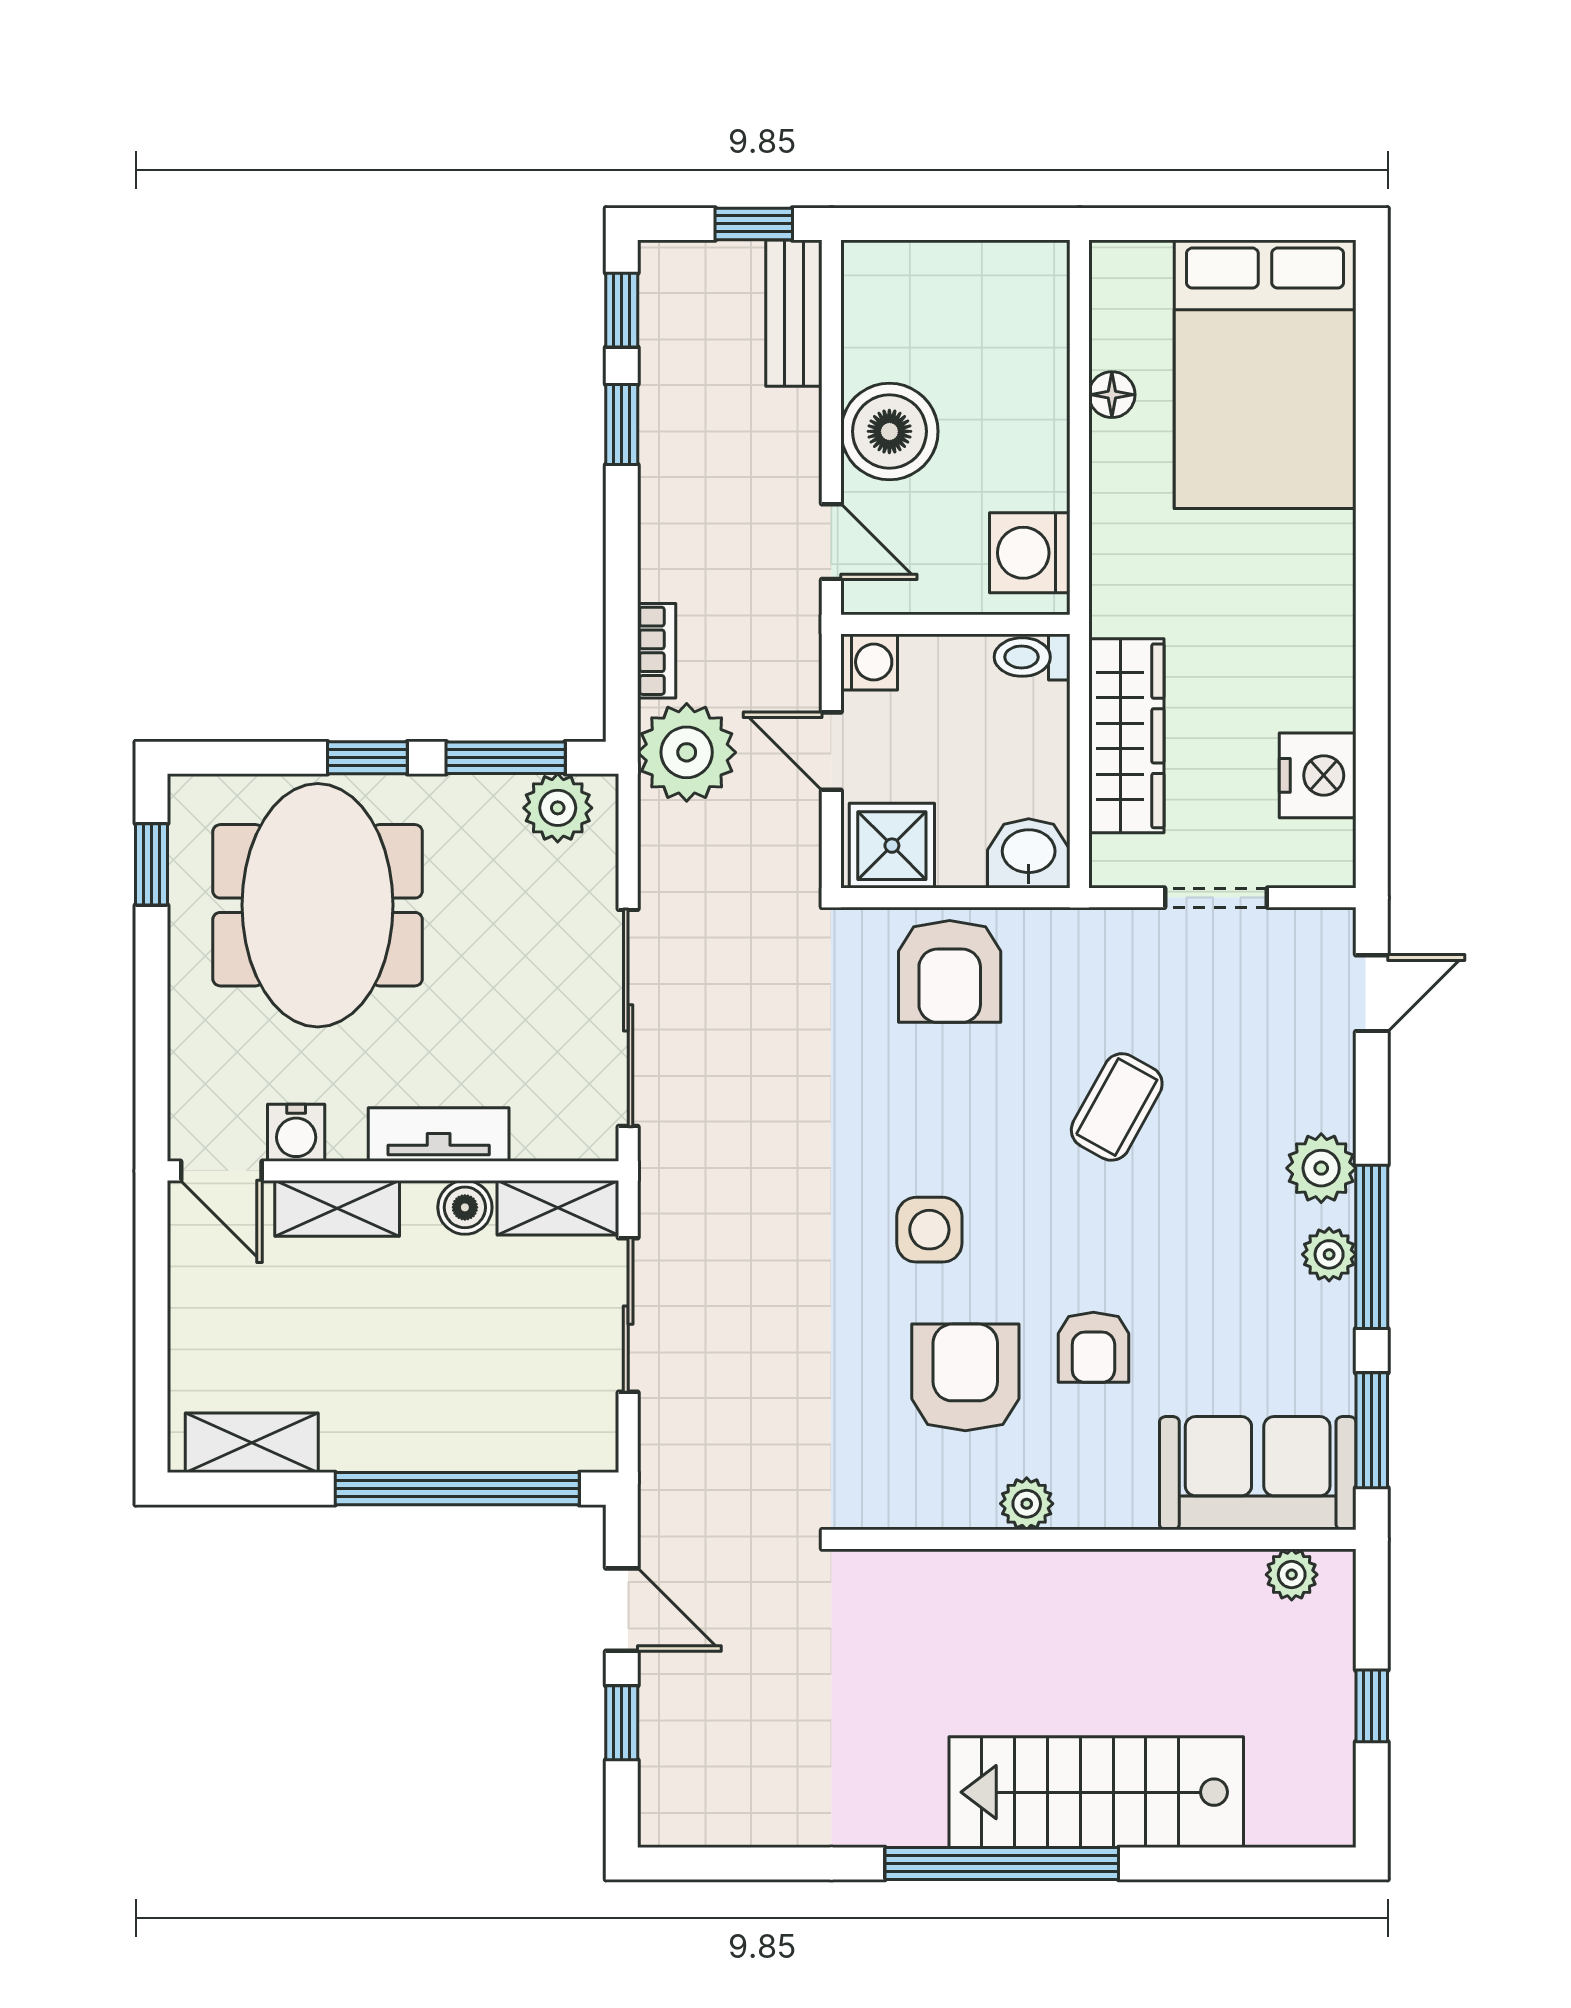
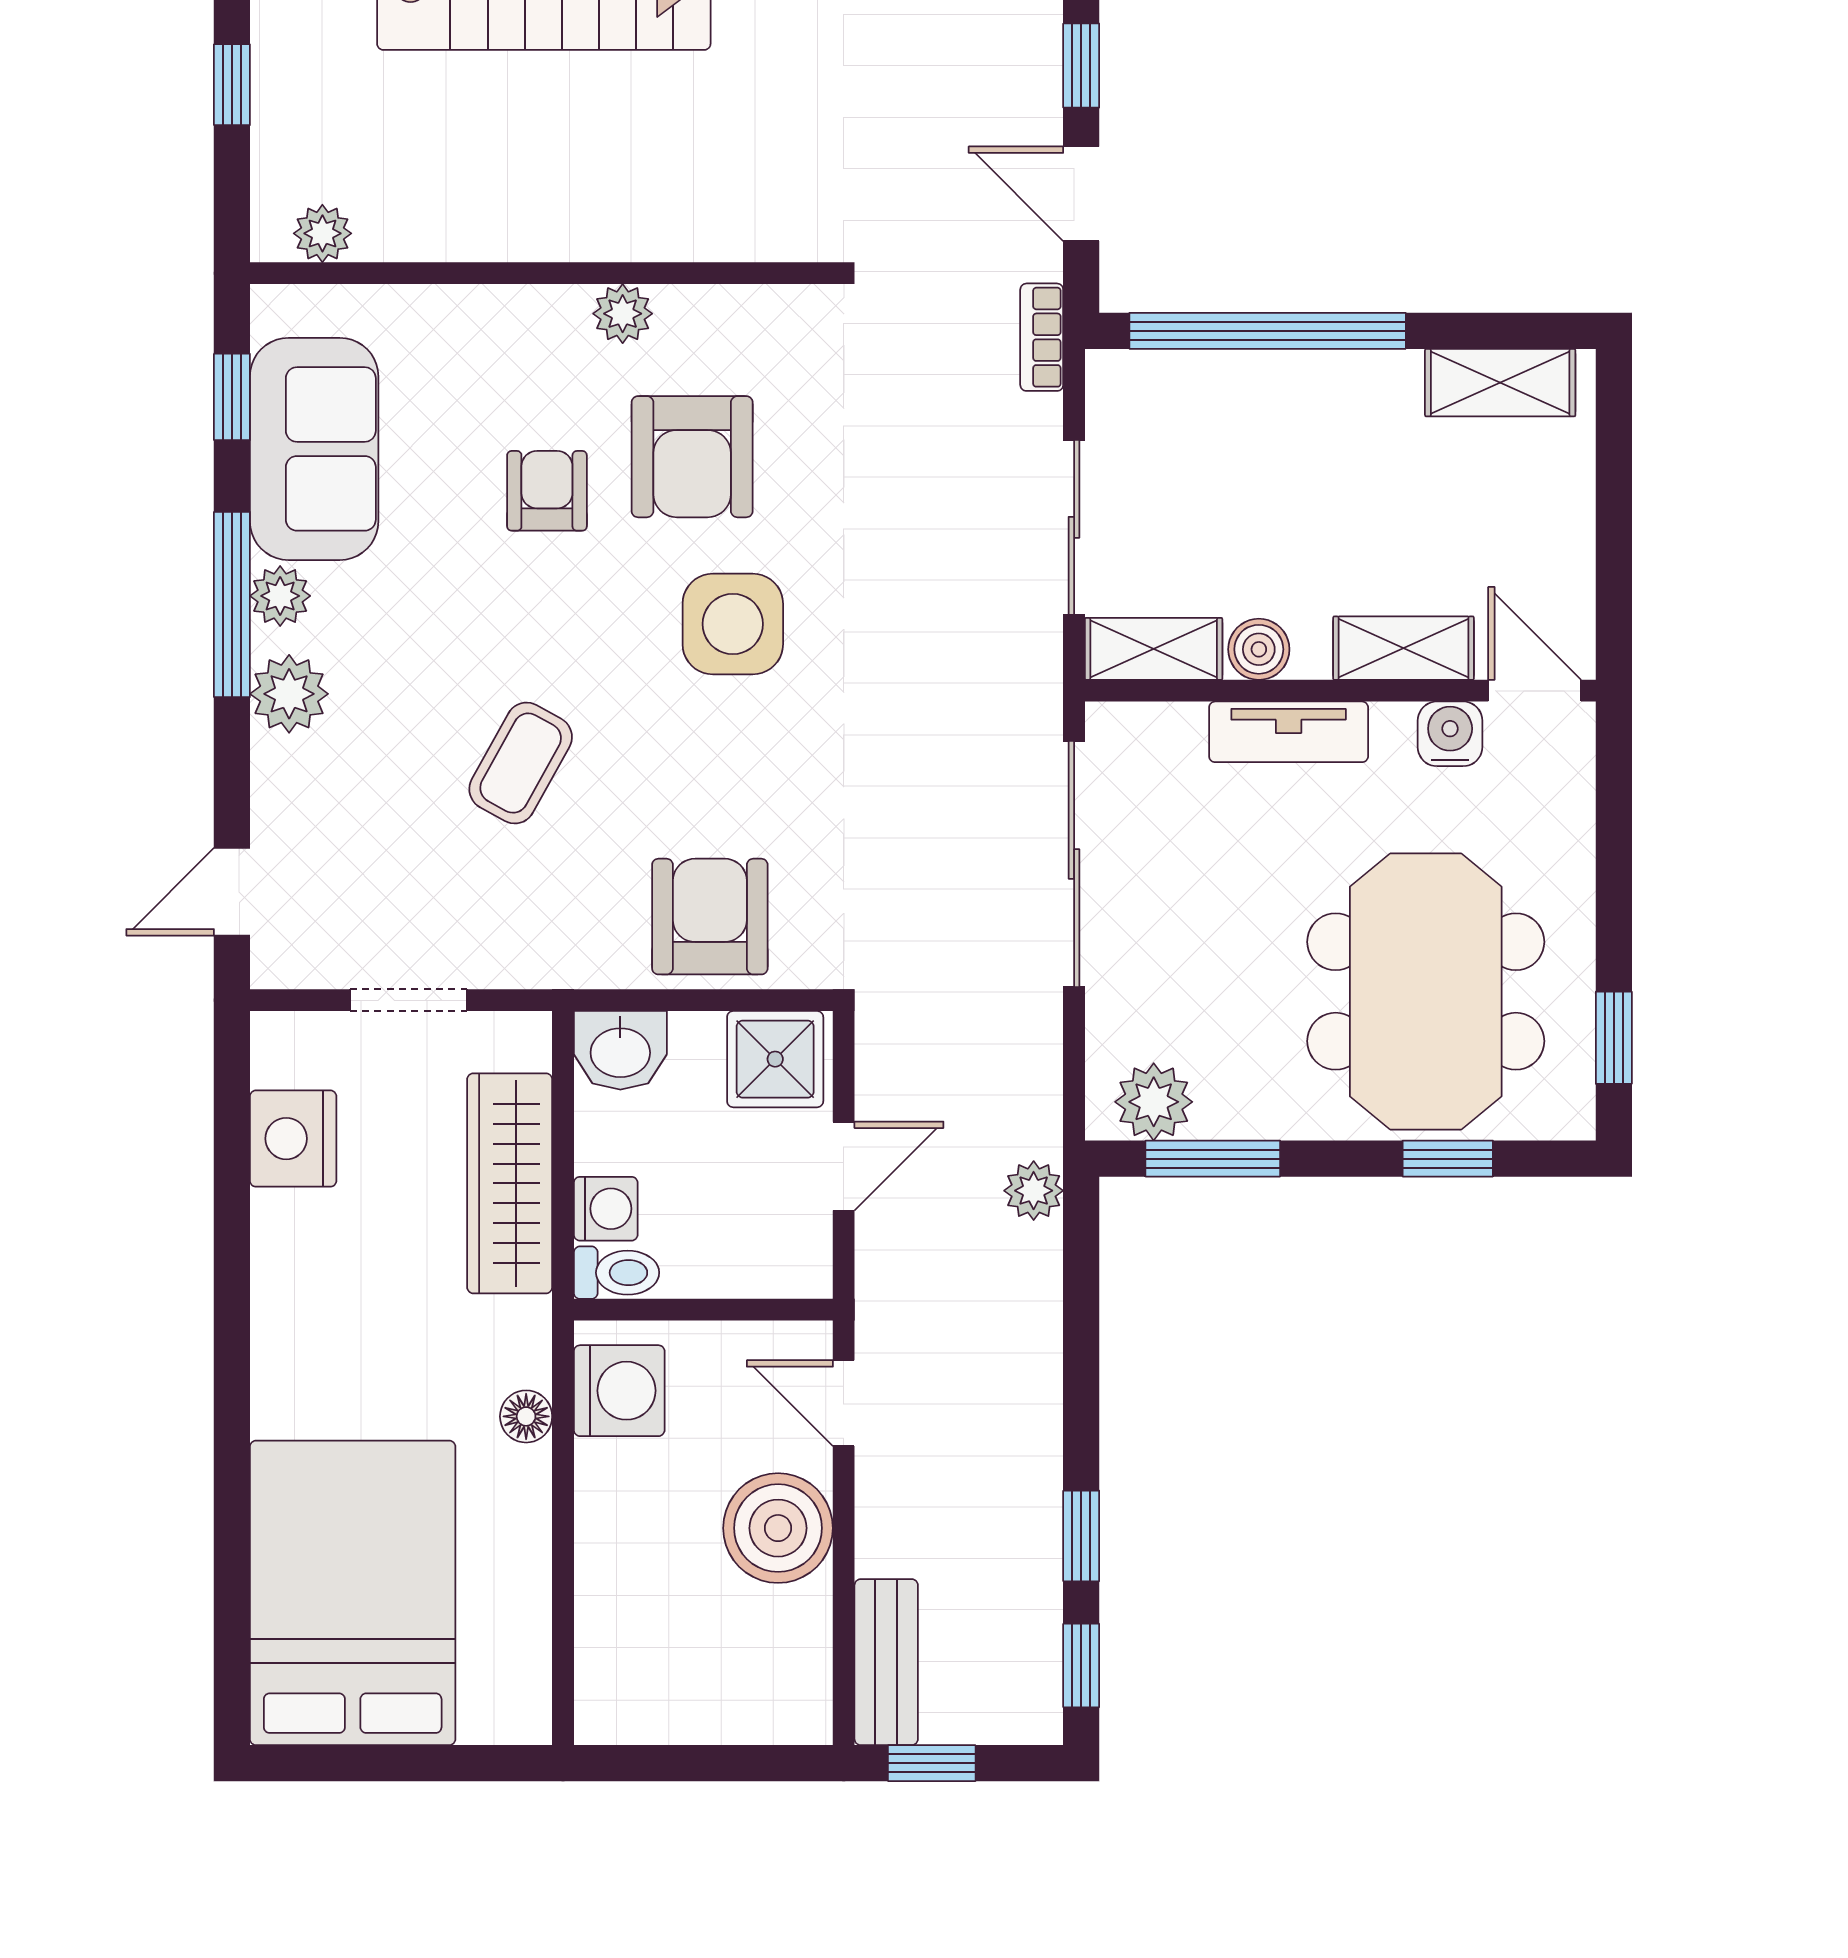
floor lamp: (1112, 395) -> (526, 1416), moved
bookcase: (657, 651) -> (1042, 337), moved
washing machine: (869, 662) -> (606, 1209), moved, turned 180
door: (831, 751) -> (844, 1166), hinge flipped
plant: (687, 752) -> (1034, 1191), width x0.53, depth x0.53
window: (367, 758) -> (1448, 1159), moved
side table: (929, 1230) -> (733, 624), width x1.37, depth x1.37
window: (1372, 1430) -> (232, 397), width x0.67
sofa: (1258, 1473) -> (314, 449), moved, turned -90

